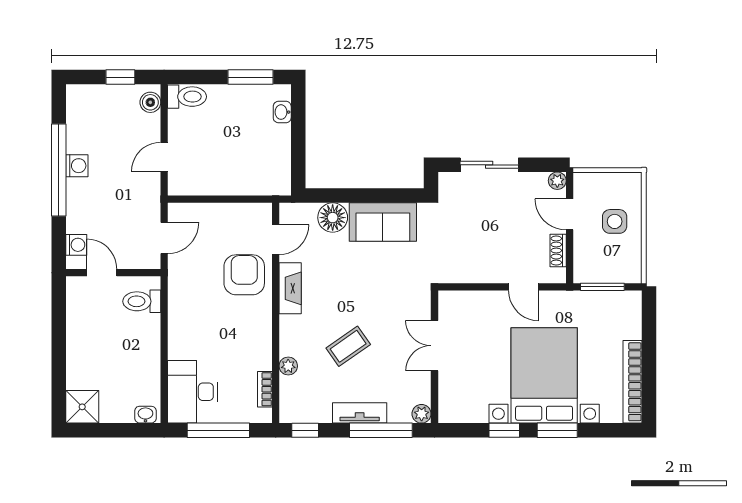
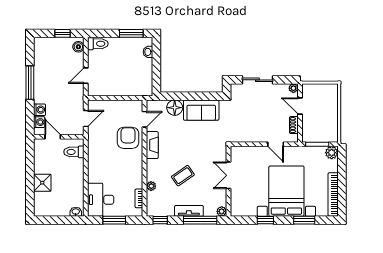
washing machine: (77, 166) -> (40, 110), moved
window: (59, 170) -> (30, 83), width x0.68
side table: (615, 221) -> (324, 110), removed
plant: (630, 303) -> (332, 153), added
shower: (82, 407) -> (42, 183), moved
window: (218, 430) -> (114, 220), width x0.69
window: (557, 430) -> (304, 220), moved

